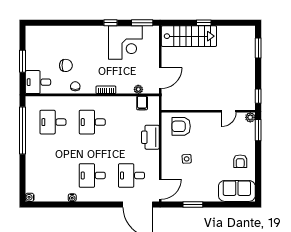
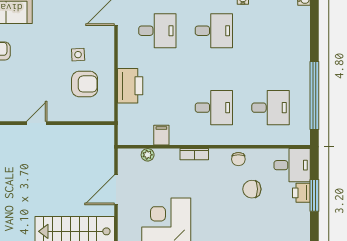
printer: (32, 63) -> (301, 193), added
door: (160, 78) -> (116, 190), moved
filing cabinet: (142, 103) -> (161, 135), moved
door: (229, 111) -> (37, 123), moved
armchair: (181, 126) -> (85, 84), moved

